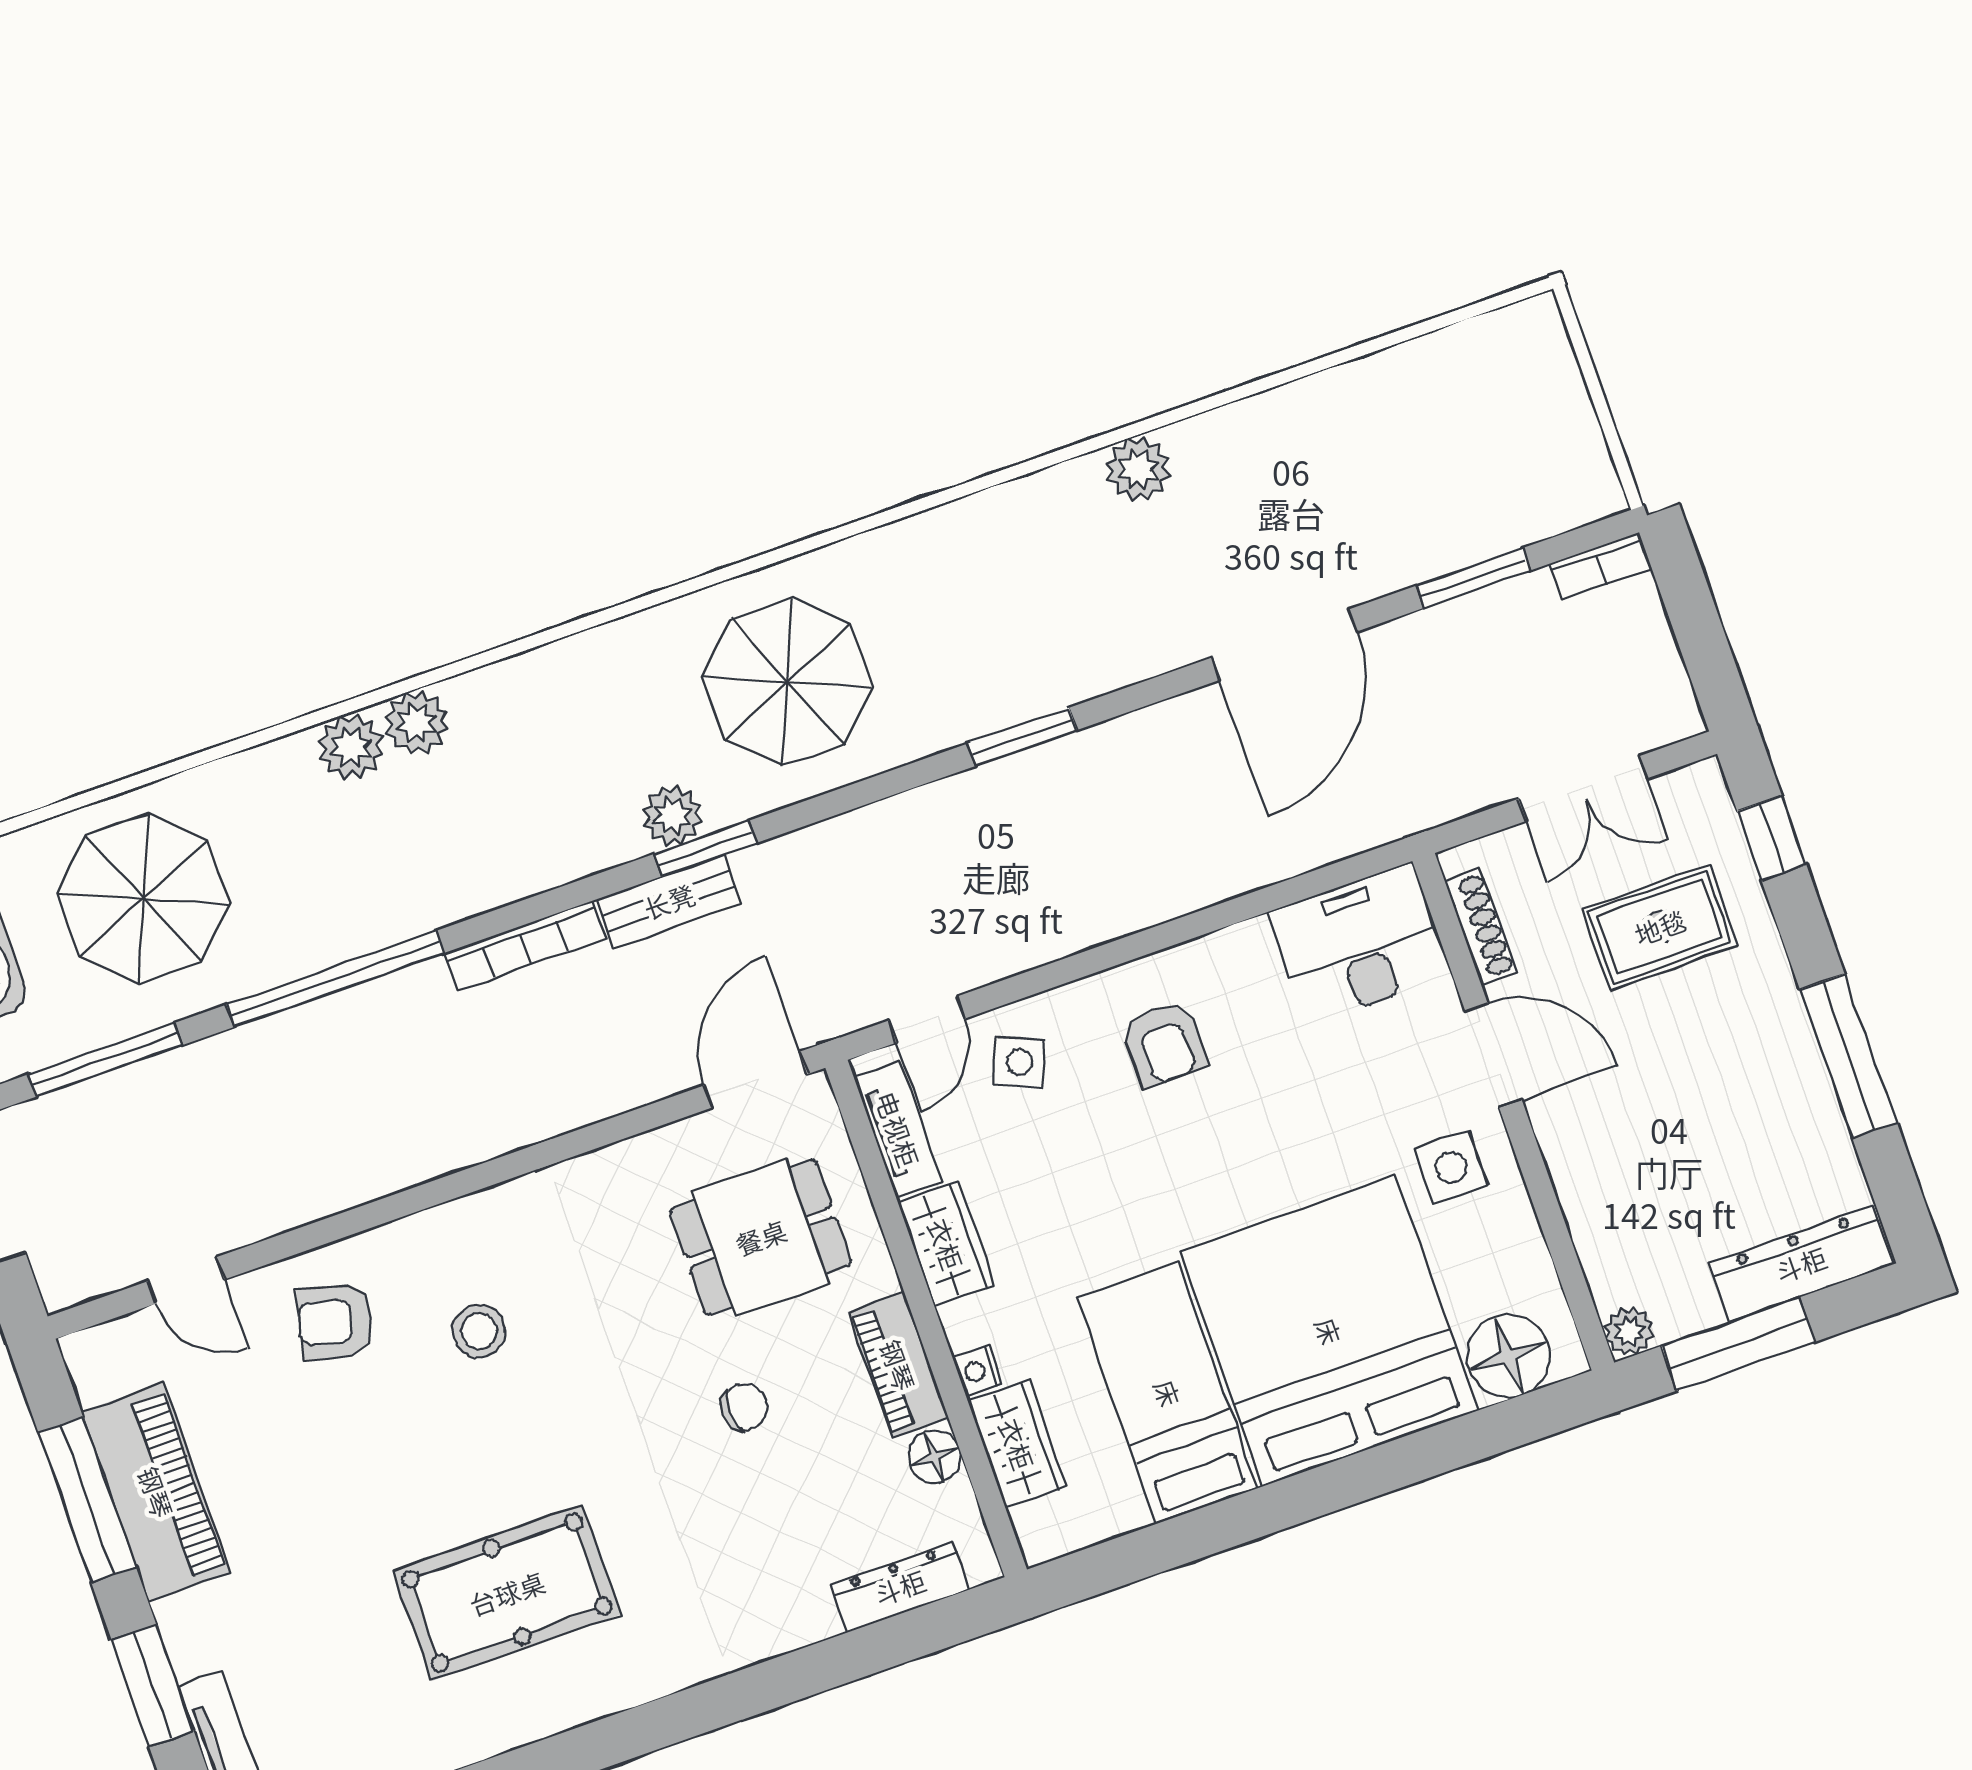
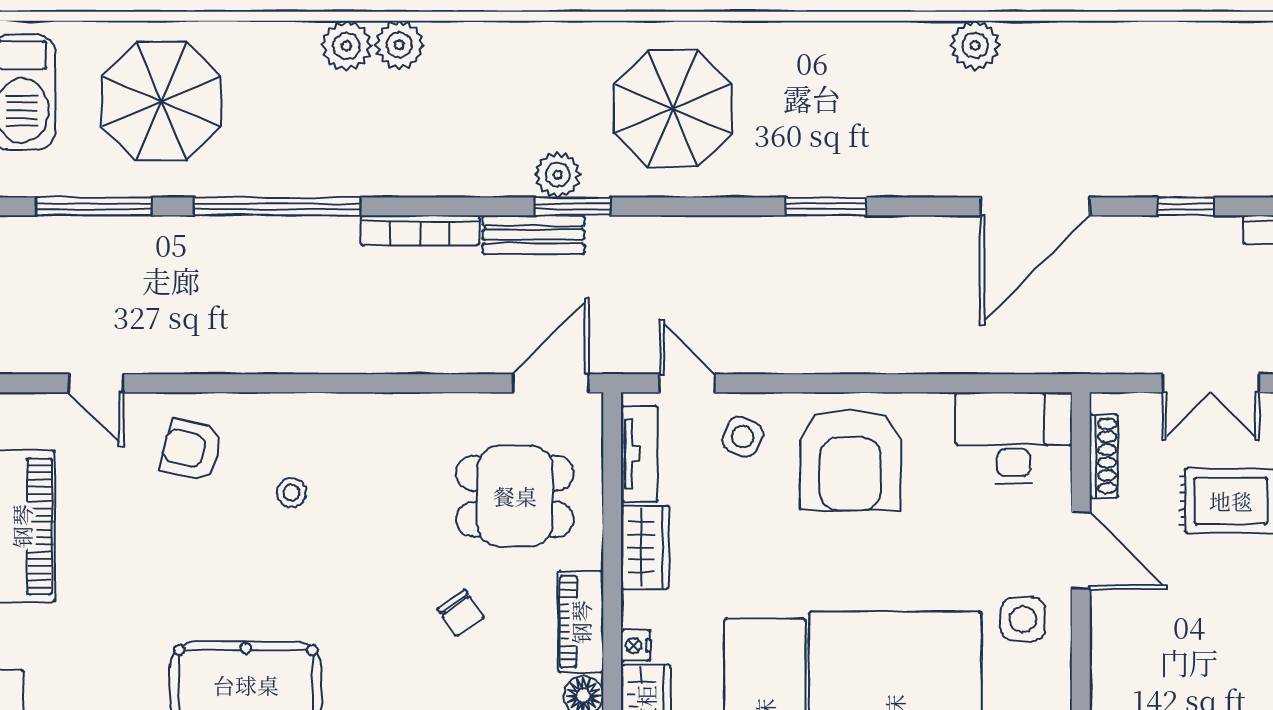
window: (1473, 578) -> (1186, 206), width x0.67
door: (927, 1019) -> (687, 383), swing flipped
armchair: (1164, 1043) -> (850, 460), width x1.88, depth x1.88
stool: (479, 1331) -> (291, 493), width x0.73, depth x0.73
chair: (744, 1407) -> (461, 613), turned 55

